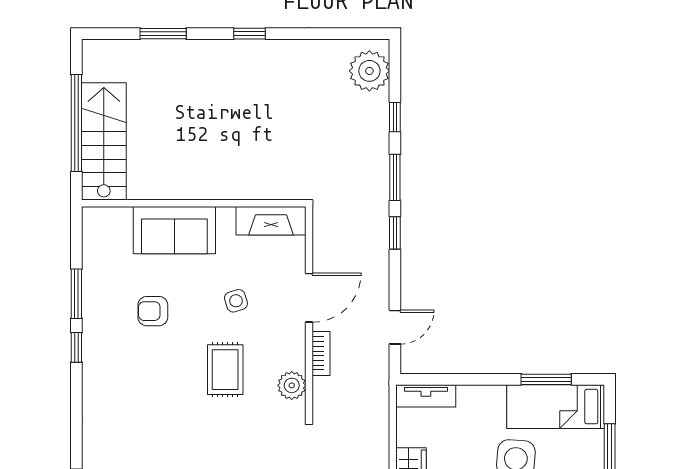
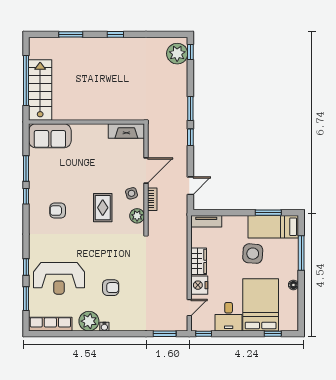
window: (395, 117) -> (190, 52), moved
sofa: (174, 230) -> (50, 136), moved
side table: (236, 301) -> (132, 193), moved
armchair: (153, 311) -> (58, 211), moved

